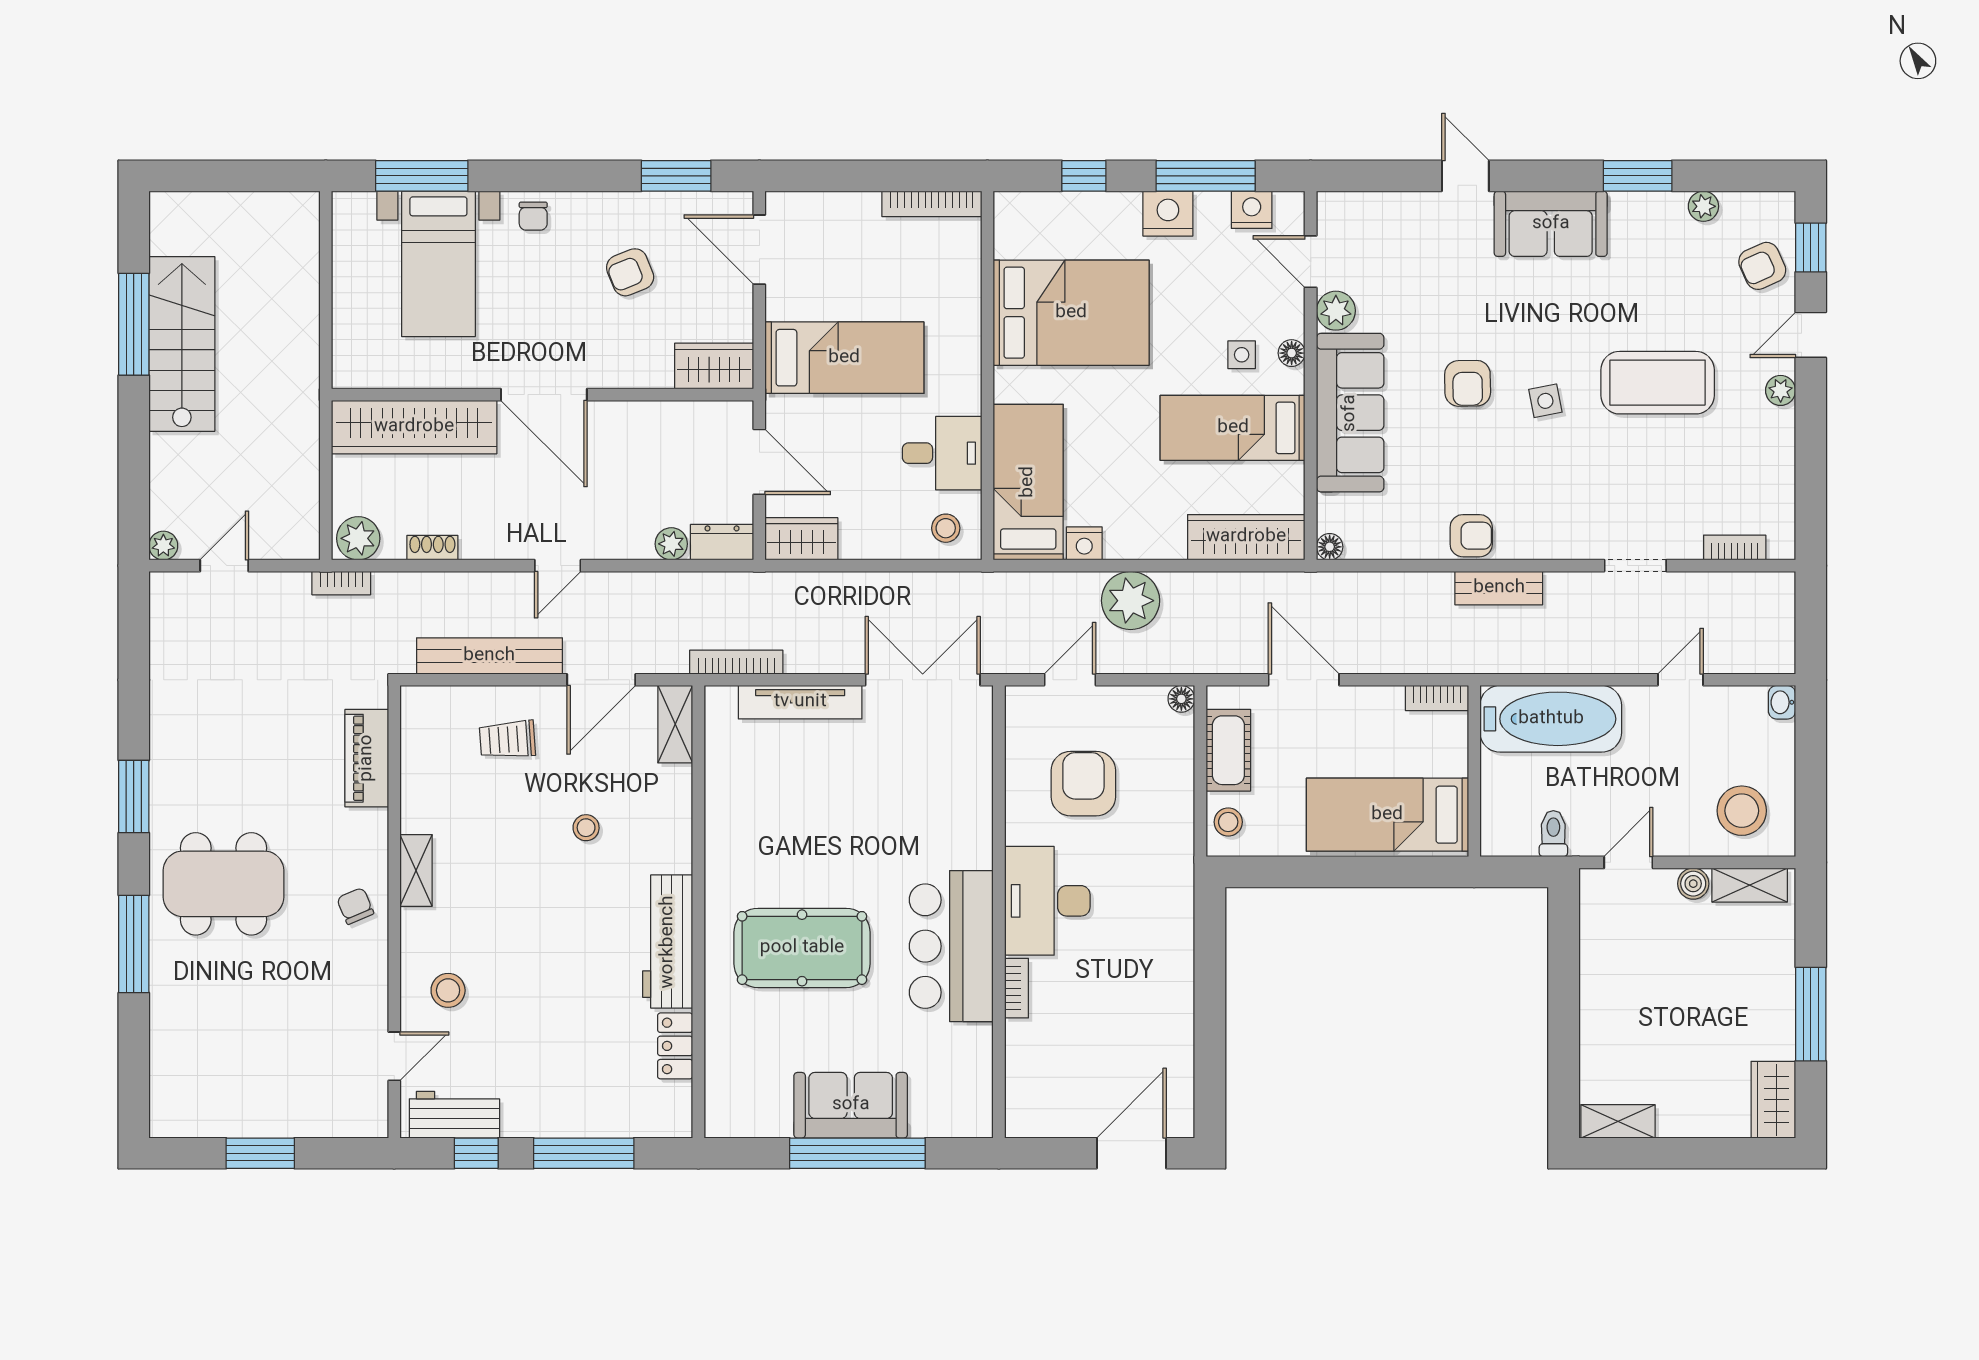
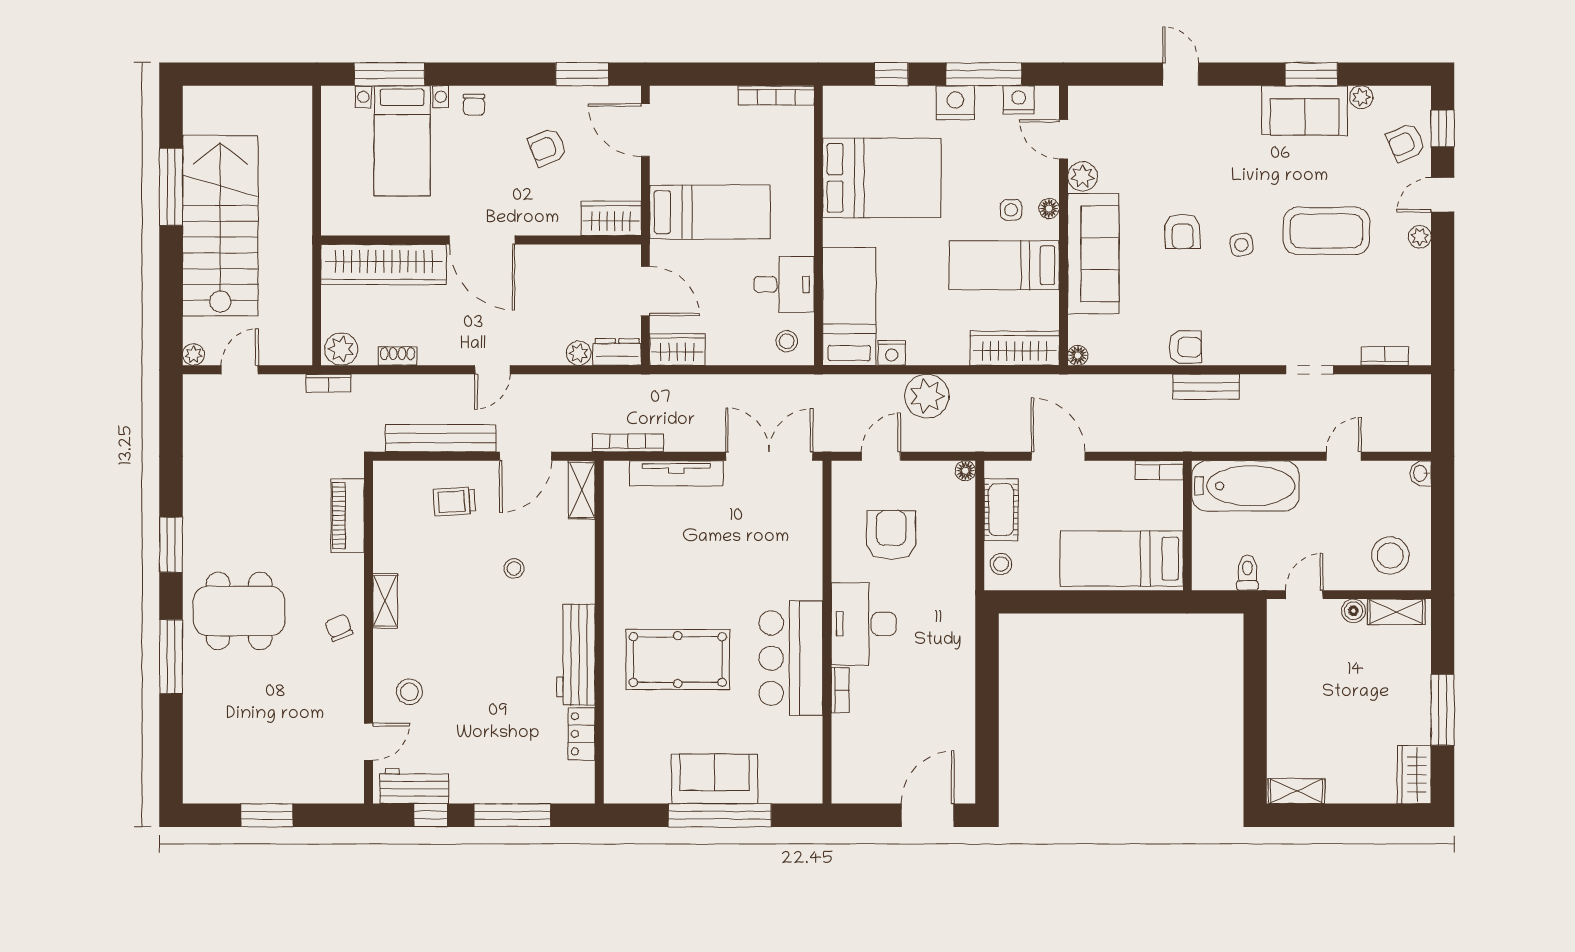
sofa: (1551, 224) -> (1305, 110), moved
stairs: (182, 344) -> (220, 226), width x1.36, depth x1.51

